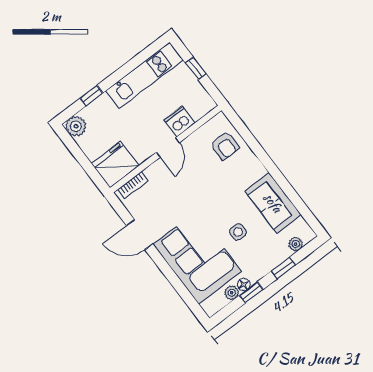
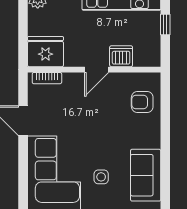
armchair: (225, 146) -> (142, 102), turned 90

